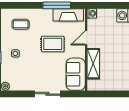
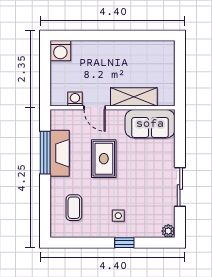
washing machine: (92, 13) -> (75, 99), moved
fireplace: (68, 15) -> (60, 153), moved
sliding door: (47, 94) -> (180, 187), moved

